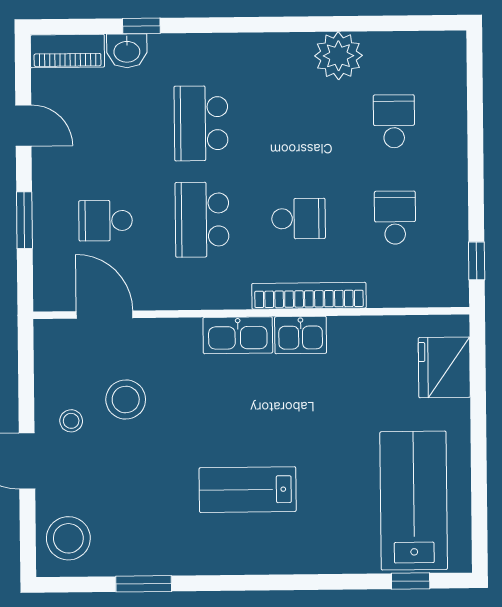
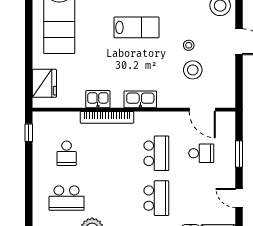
school desk: (394, 121) -> (67, 198), width x1.85
school desk: (299, 219) -> (111, 153), removed
kitchen sink: (301, 335) -> (98, 99), moved
stool: (71, 421) -> (189, 45), moved

